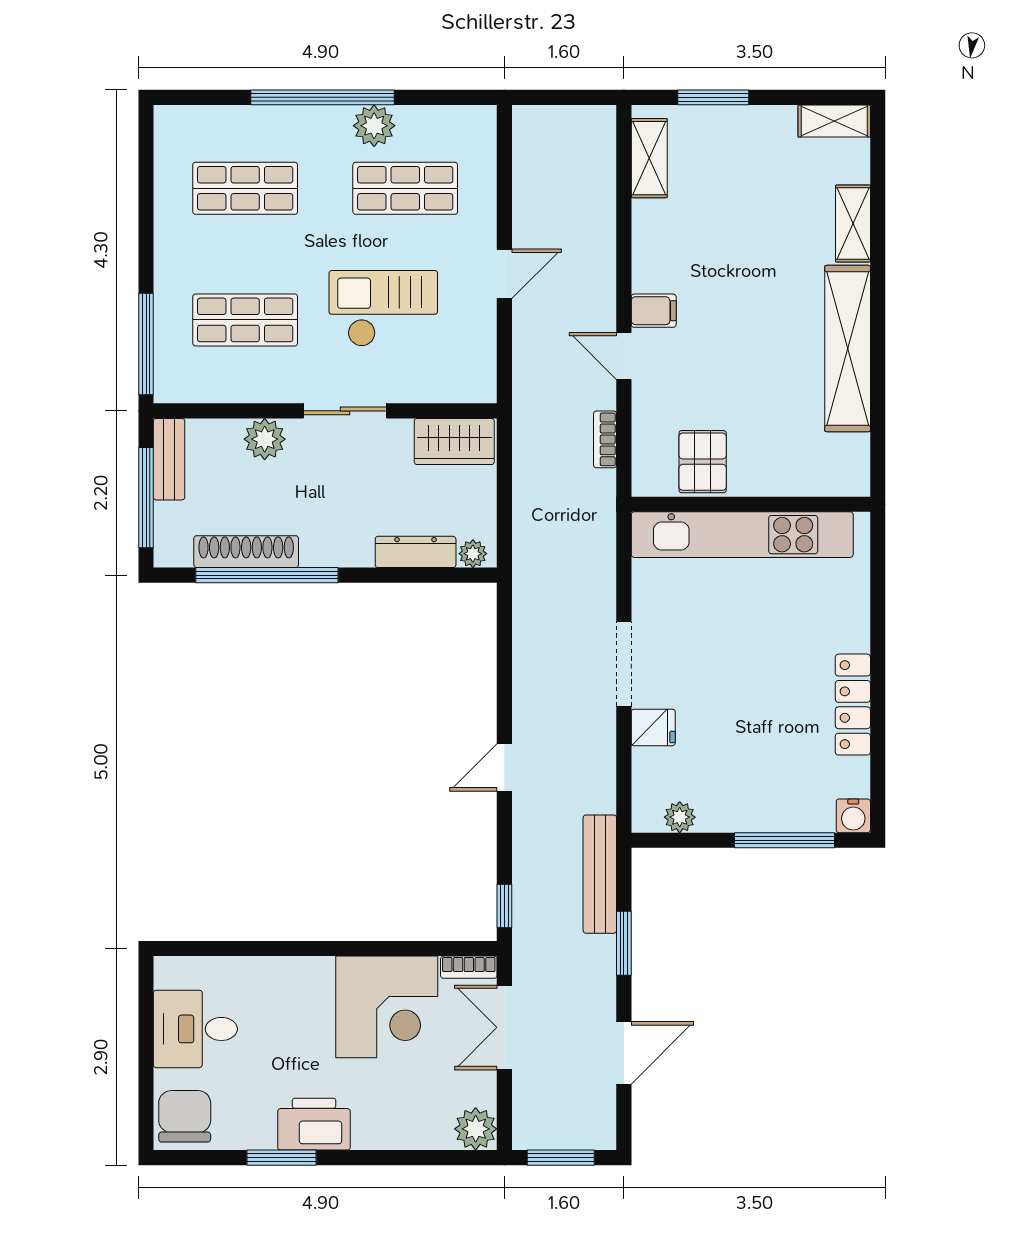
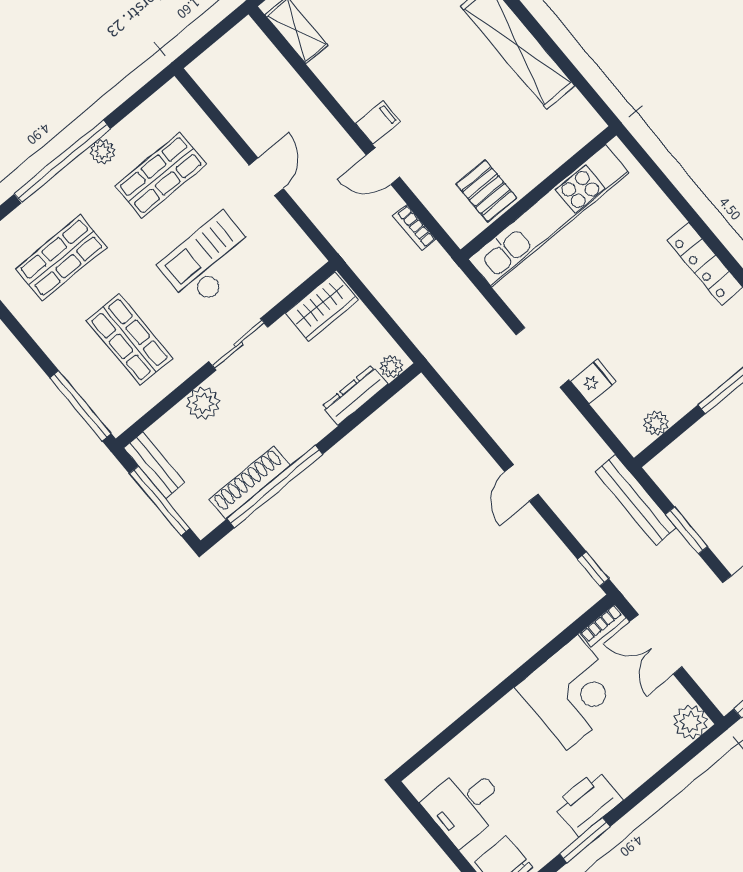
plant: (374, 126) -> (103, 152), width x0.73, depth x0.73
shop shelf: (245, 320) -> (129, 339), turned 90

